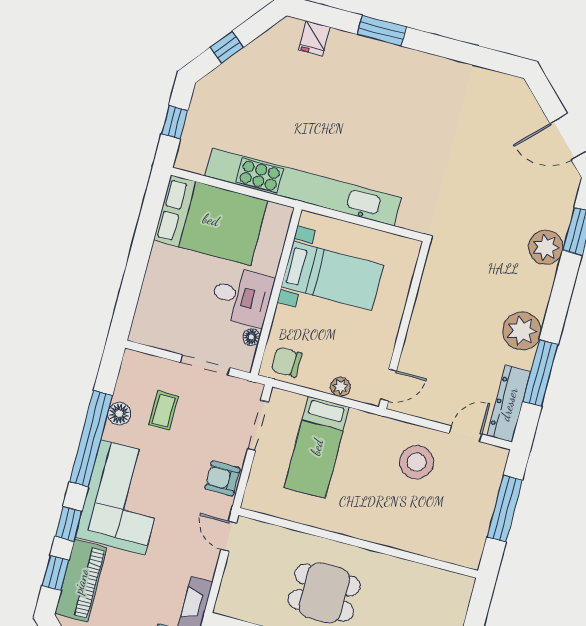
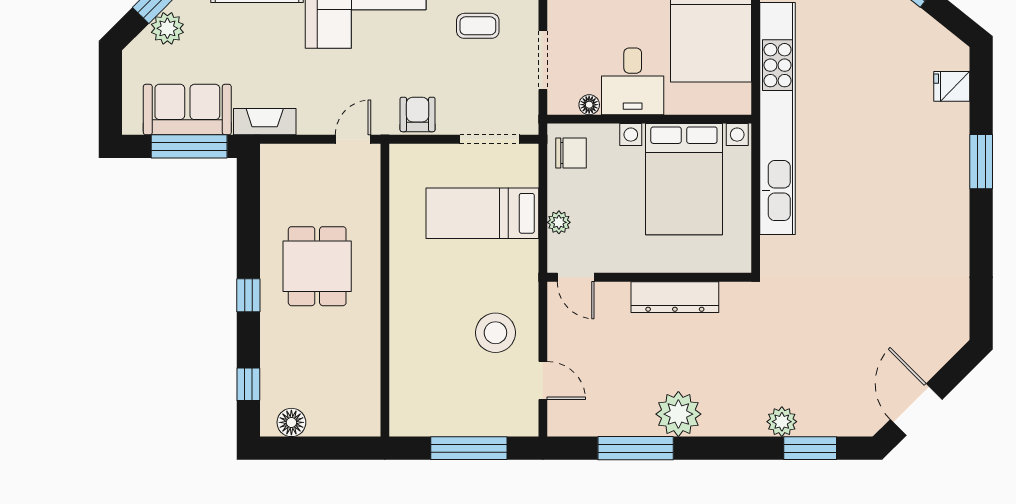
plant: (546, 247) -> (782, 422), width x0.73, depth x0.73
bed with nightstands: (332, 276) -> (684, 179), width x1.36
chair: (287, 362) -> (571, 153), turned 90
dresser: (509, 404) -> (675, 297), moved, turned 180

